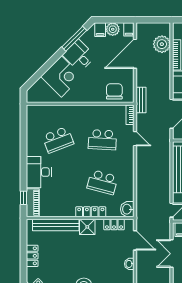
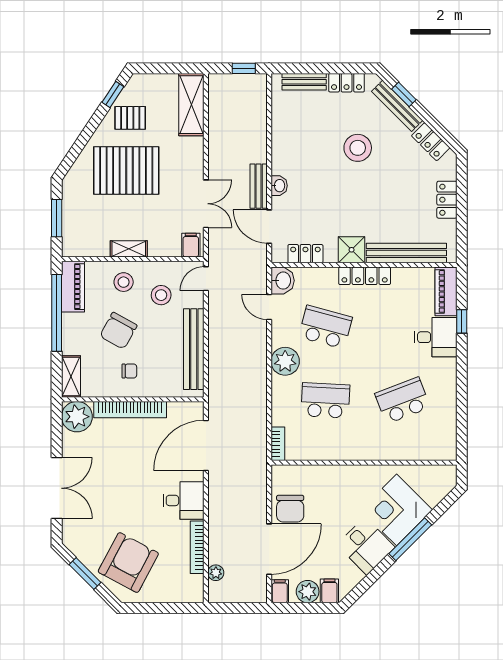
window: (74, 39) -> (410, 539), moved
plant: (162, 44) -> (216, 573), width x0.53, depth x0.53
chair: (114, 91) -> (290, 509), moved
bench: (141, 100) -> (259, 186), moved
door: (135, 139) -> (269, 307), moved
plant: (126, 162) -> (285, 361), added
desk: (39, 172) -> (436, 337), width x0.73
window: (24, 198) -> (462, 321), moved
locker: (91, 212) -> (365, 276), moved

